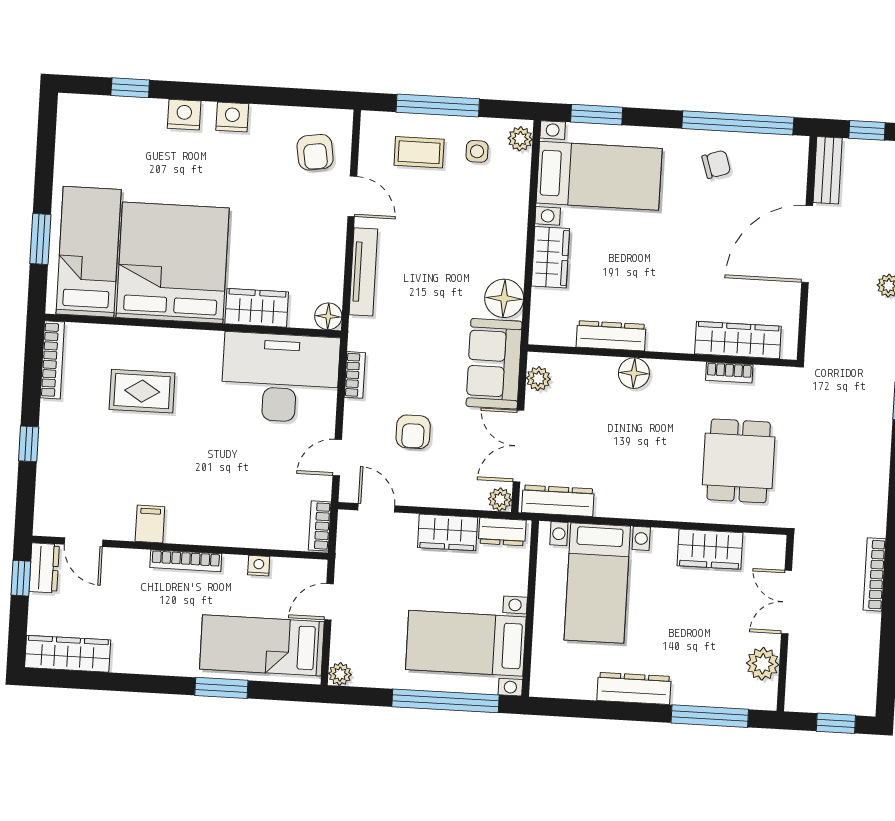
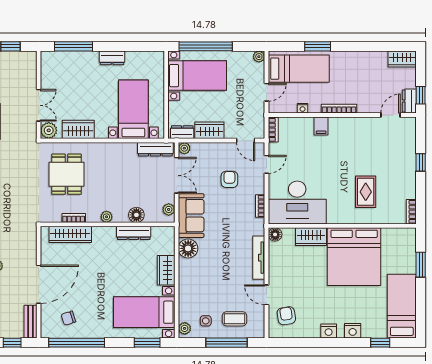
chair: (716, 164) -> (68, 318), moved
bed: (89, 252) -> (402, 306), moved, turned 180
bookcase: (52, 360) -> (411, 212), width x0.64
plant: (664, 371) -> (106, 217), added
floor lamp: (634, 373) -> (136, 215), moved
rug: (142, 391) -> (366, 192), turned 90
filing cabinet: (150, 524) -> (321, 126), moved
door: (84, 542) -> (390, 115), hinge flipped
wardrobe: (68, 654) -> (402, 59), width x0.67
plant: (763, 664) -> (49, 130), moved
dresser: (634, 688) -> (112, 58), width x0.70

